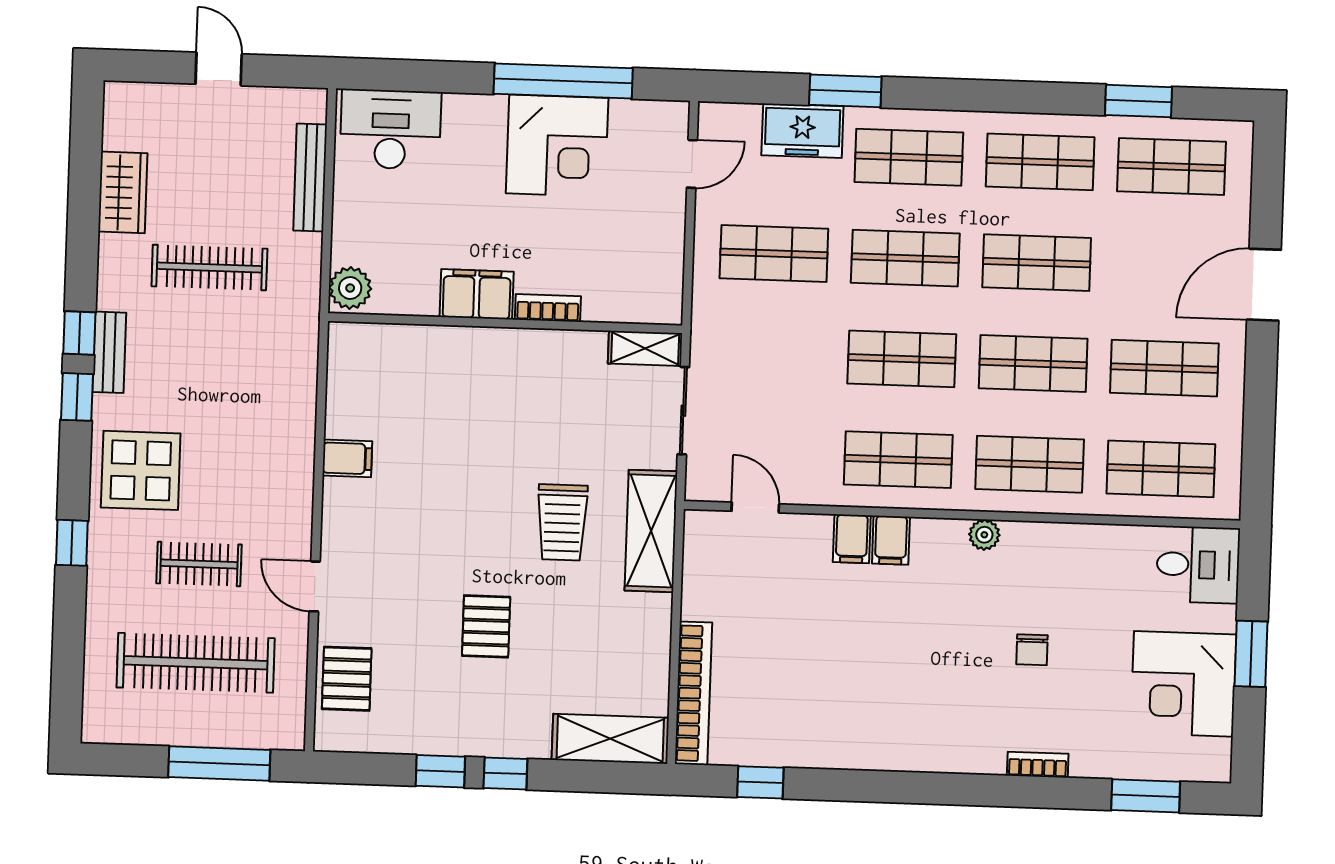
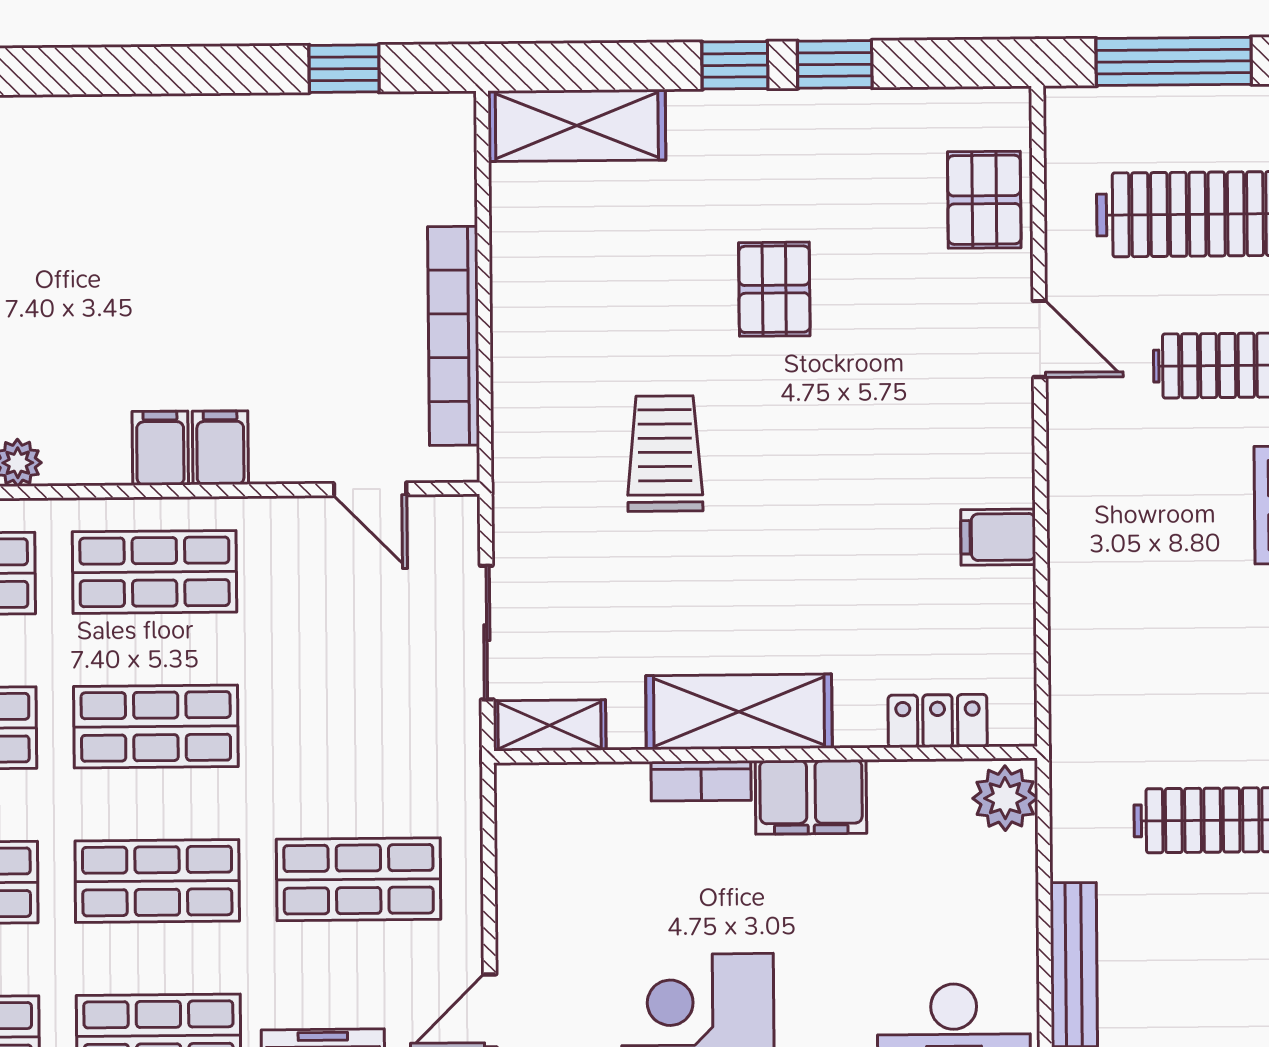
locker: (392, 340) -> (938, 721), added
shelving: (651, 531) -> (739, 712), moved, turned 90
bookcase: (693, 693) -> (454, 336), moved

